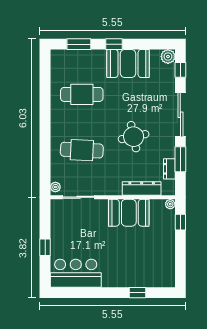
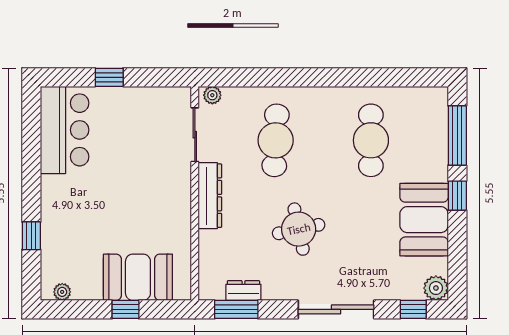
window: (79, 44) -> (457, 136), width x1.44
window: (180, 159) -> (236, 309), moved
dresser: (142, 188) -> (210, 196), moved
plant: (170, 204) -> (62, 292), moved
booth: (129, 213) -> (138, 277), moved, turned 90
window: (180, 222) -> (125, 309), moved

